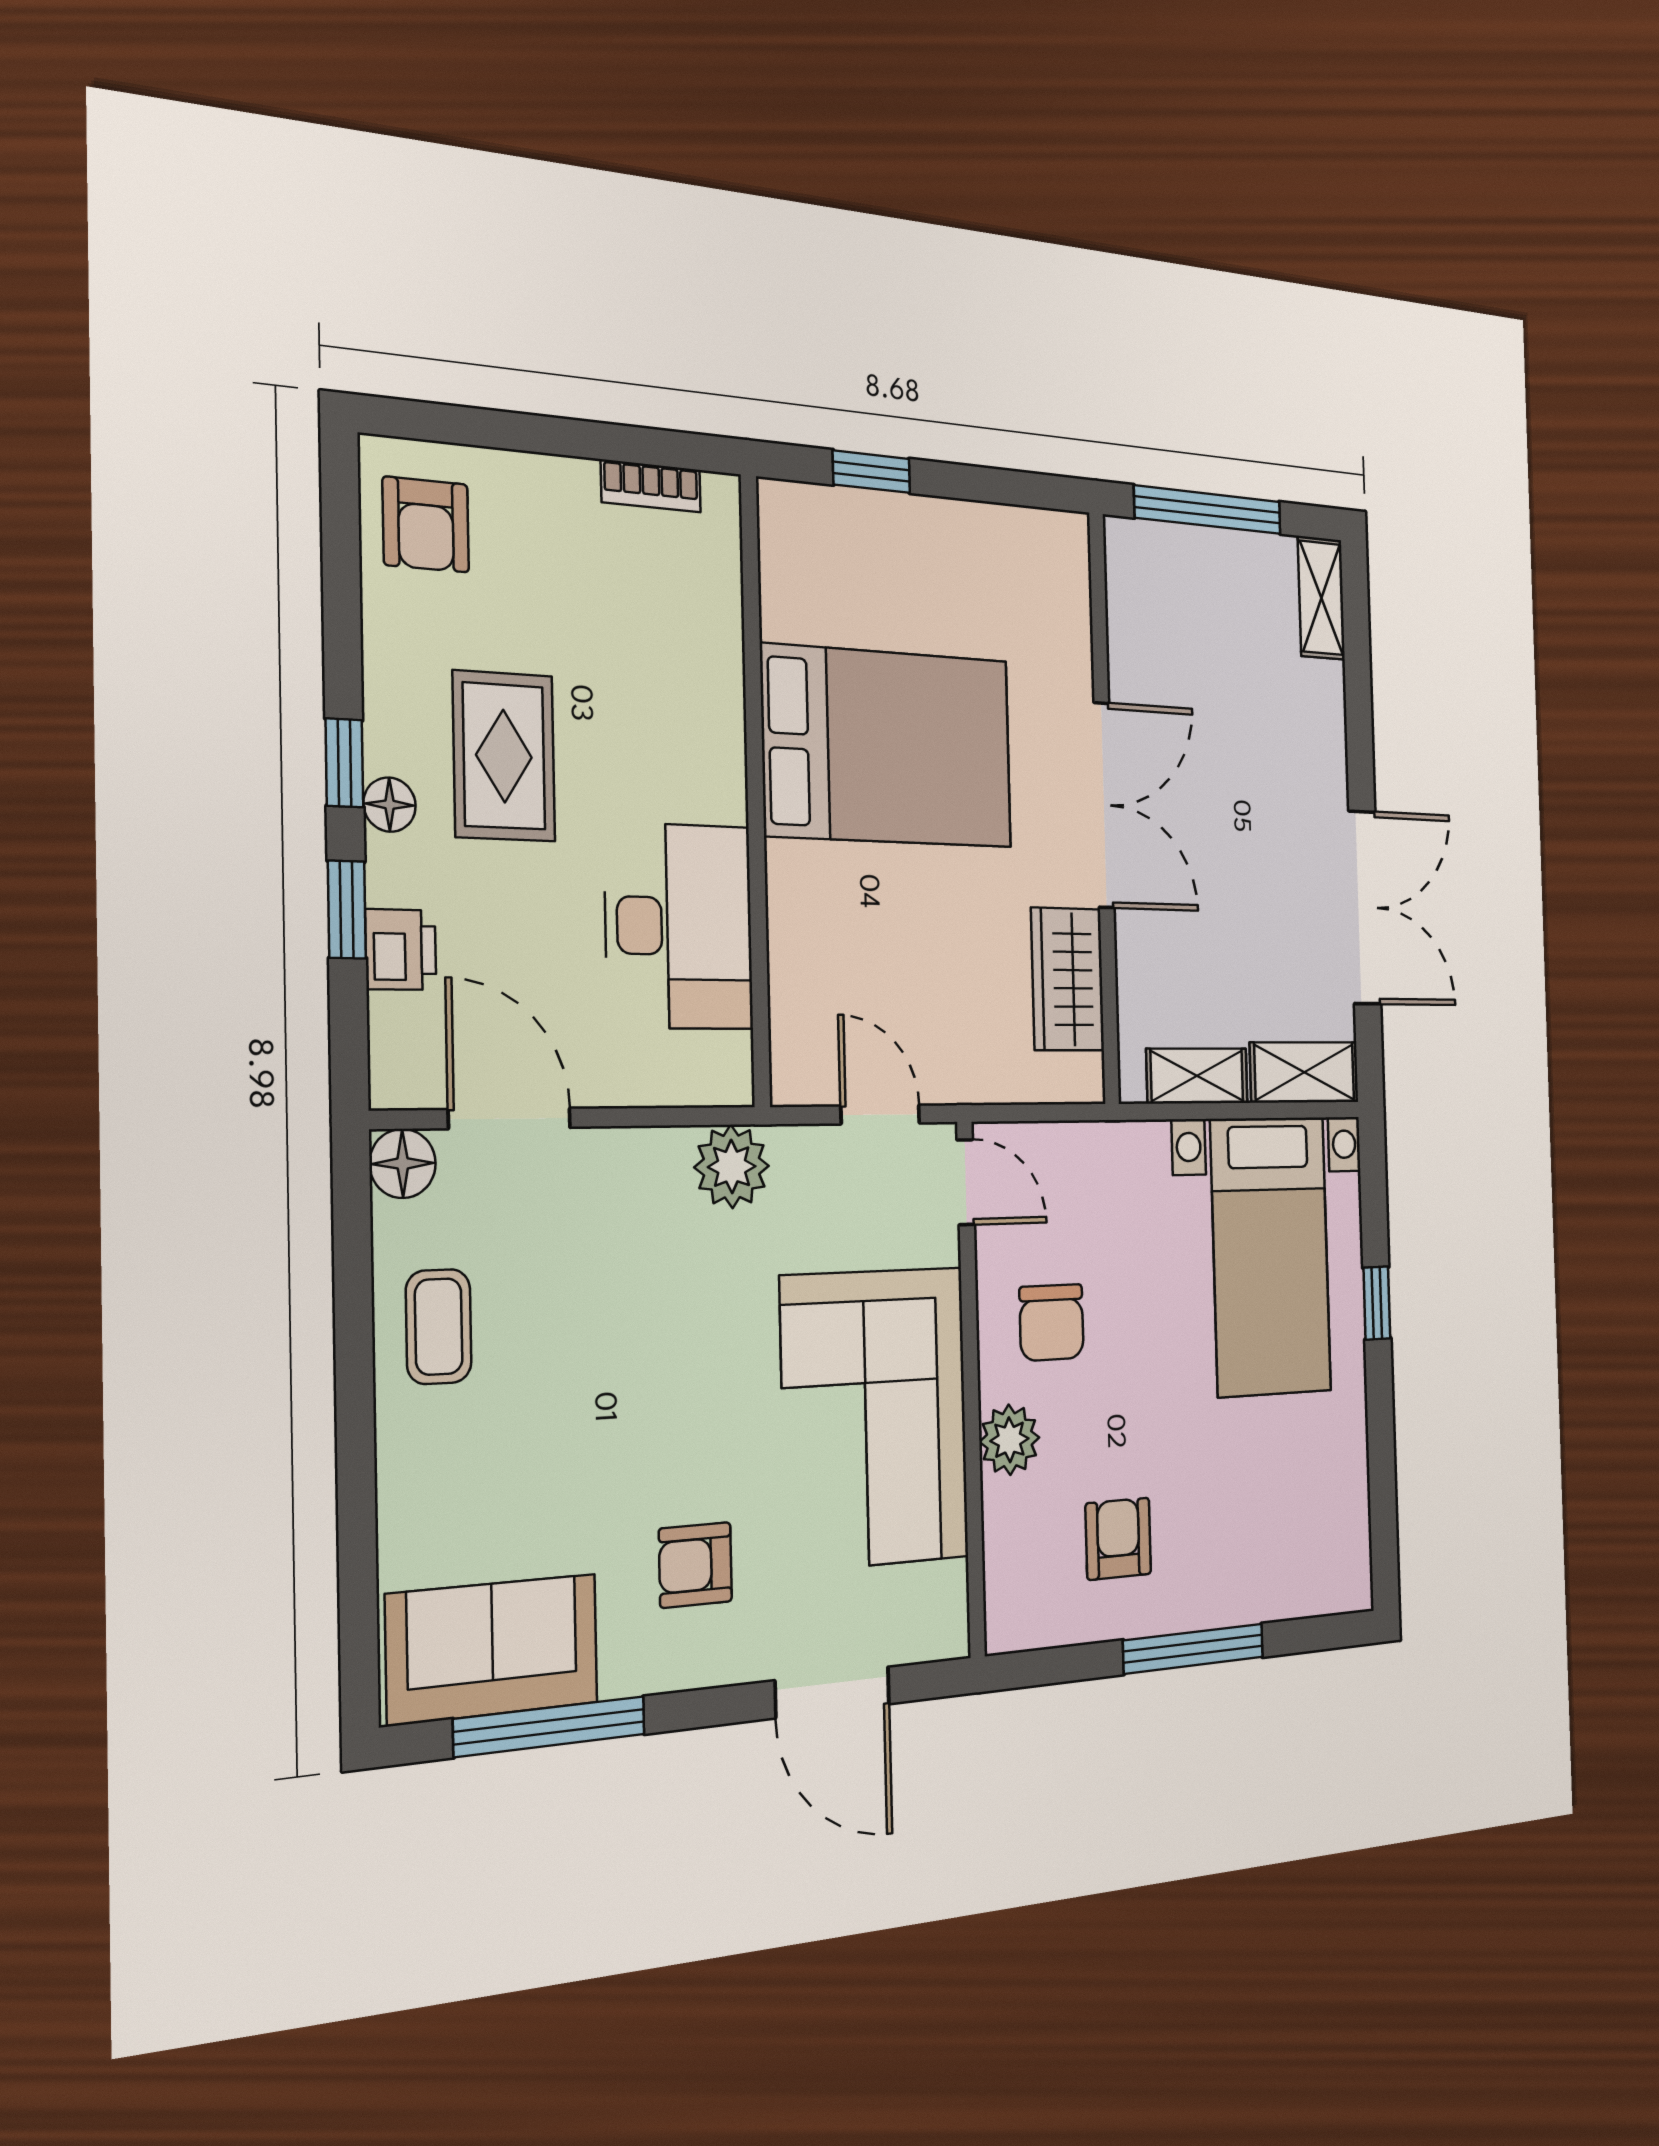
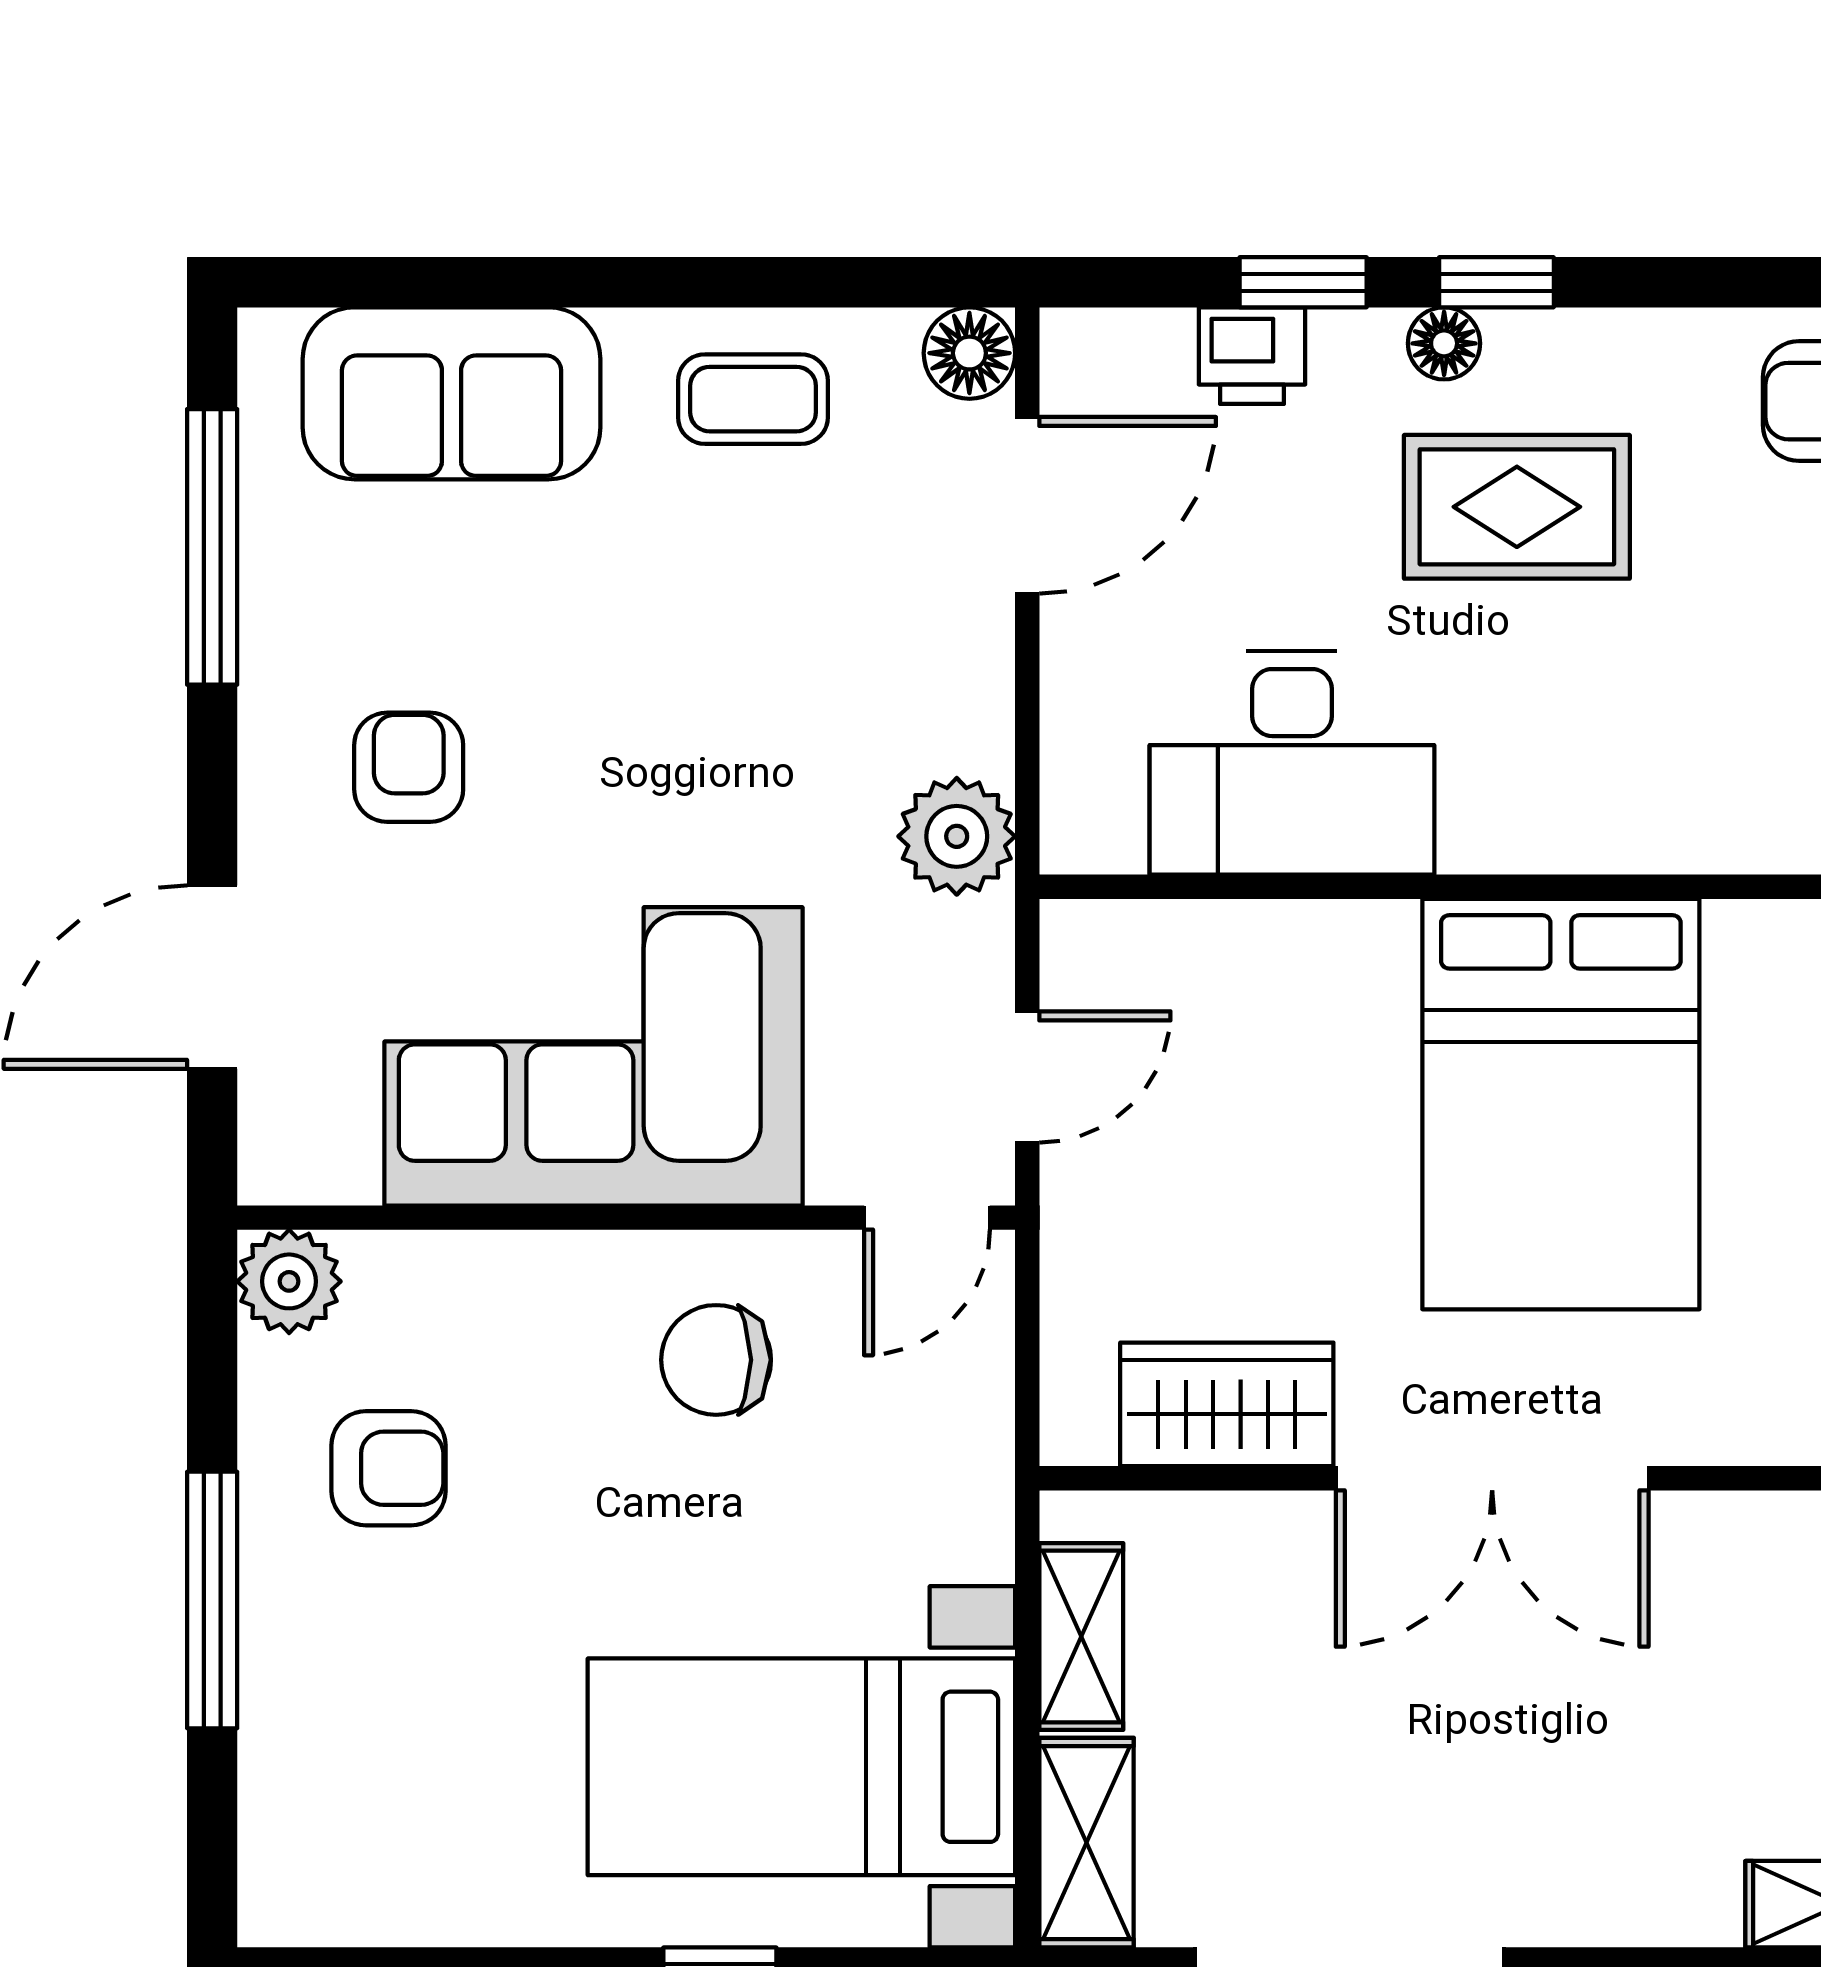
plant: (1009, 1440) -> (289, 1281), moved
sofa: (493, 1649) -> (452, 393), moved, turned 90

